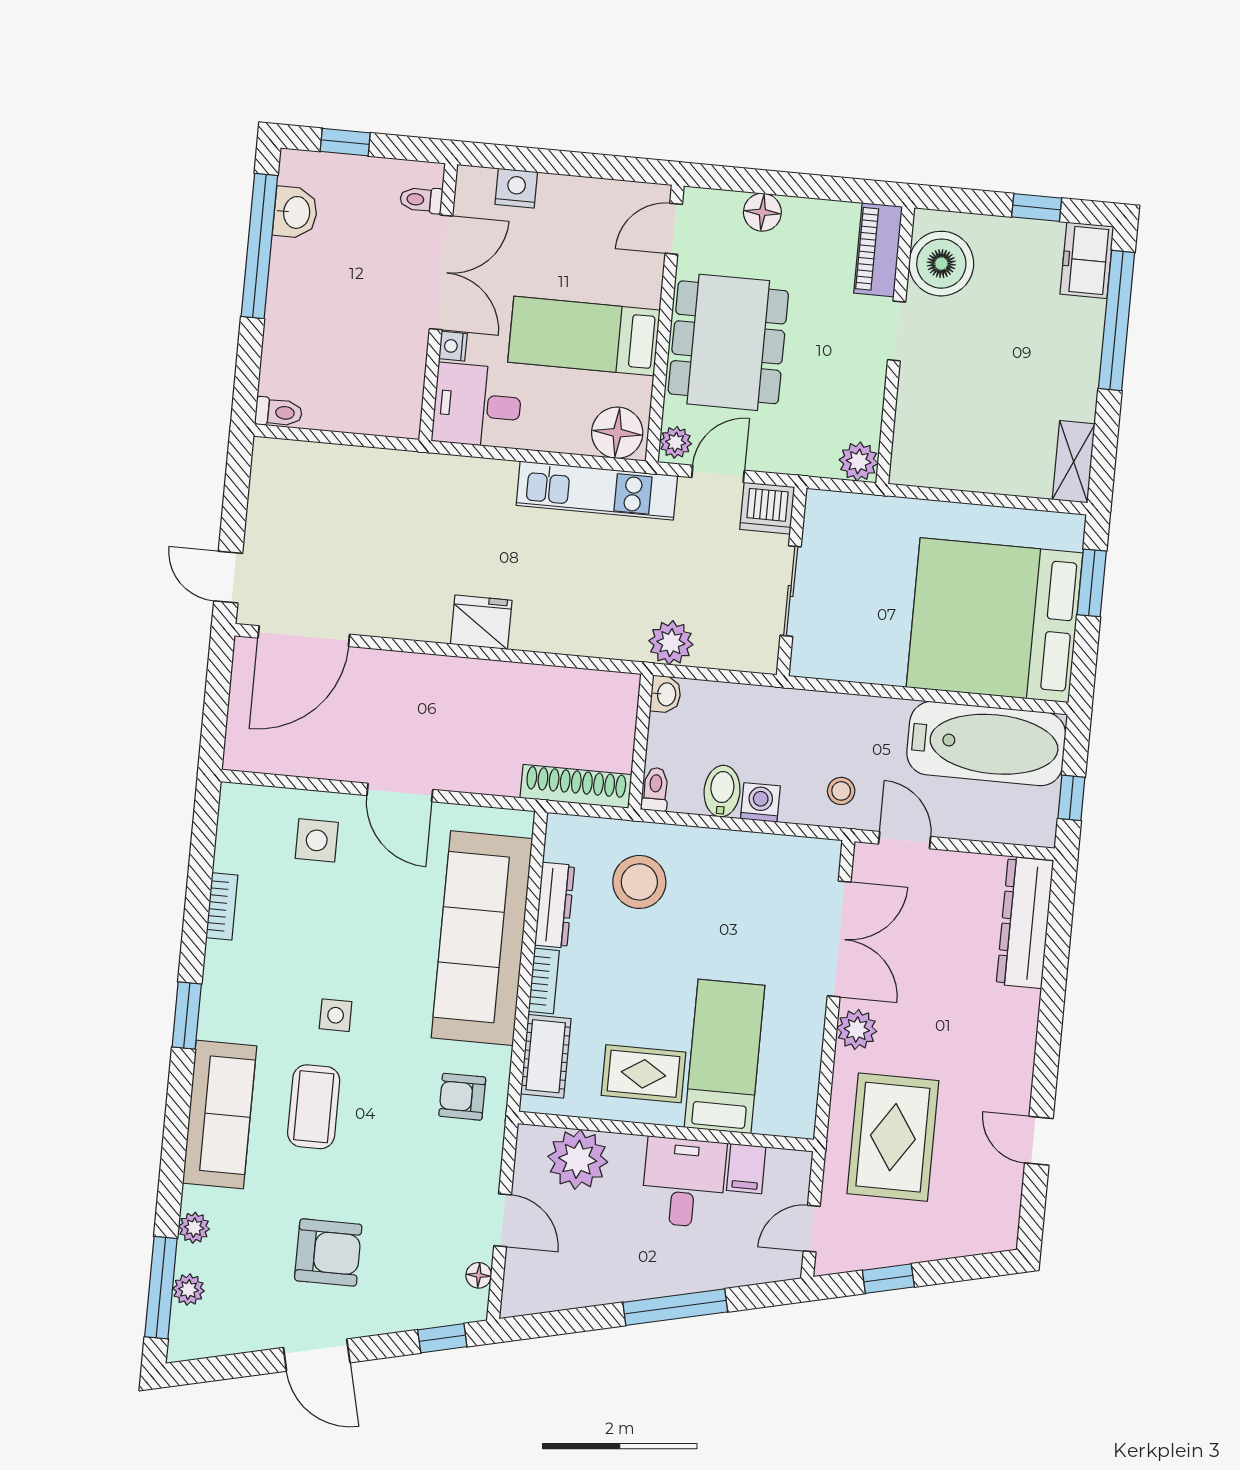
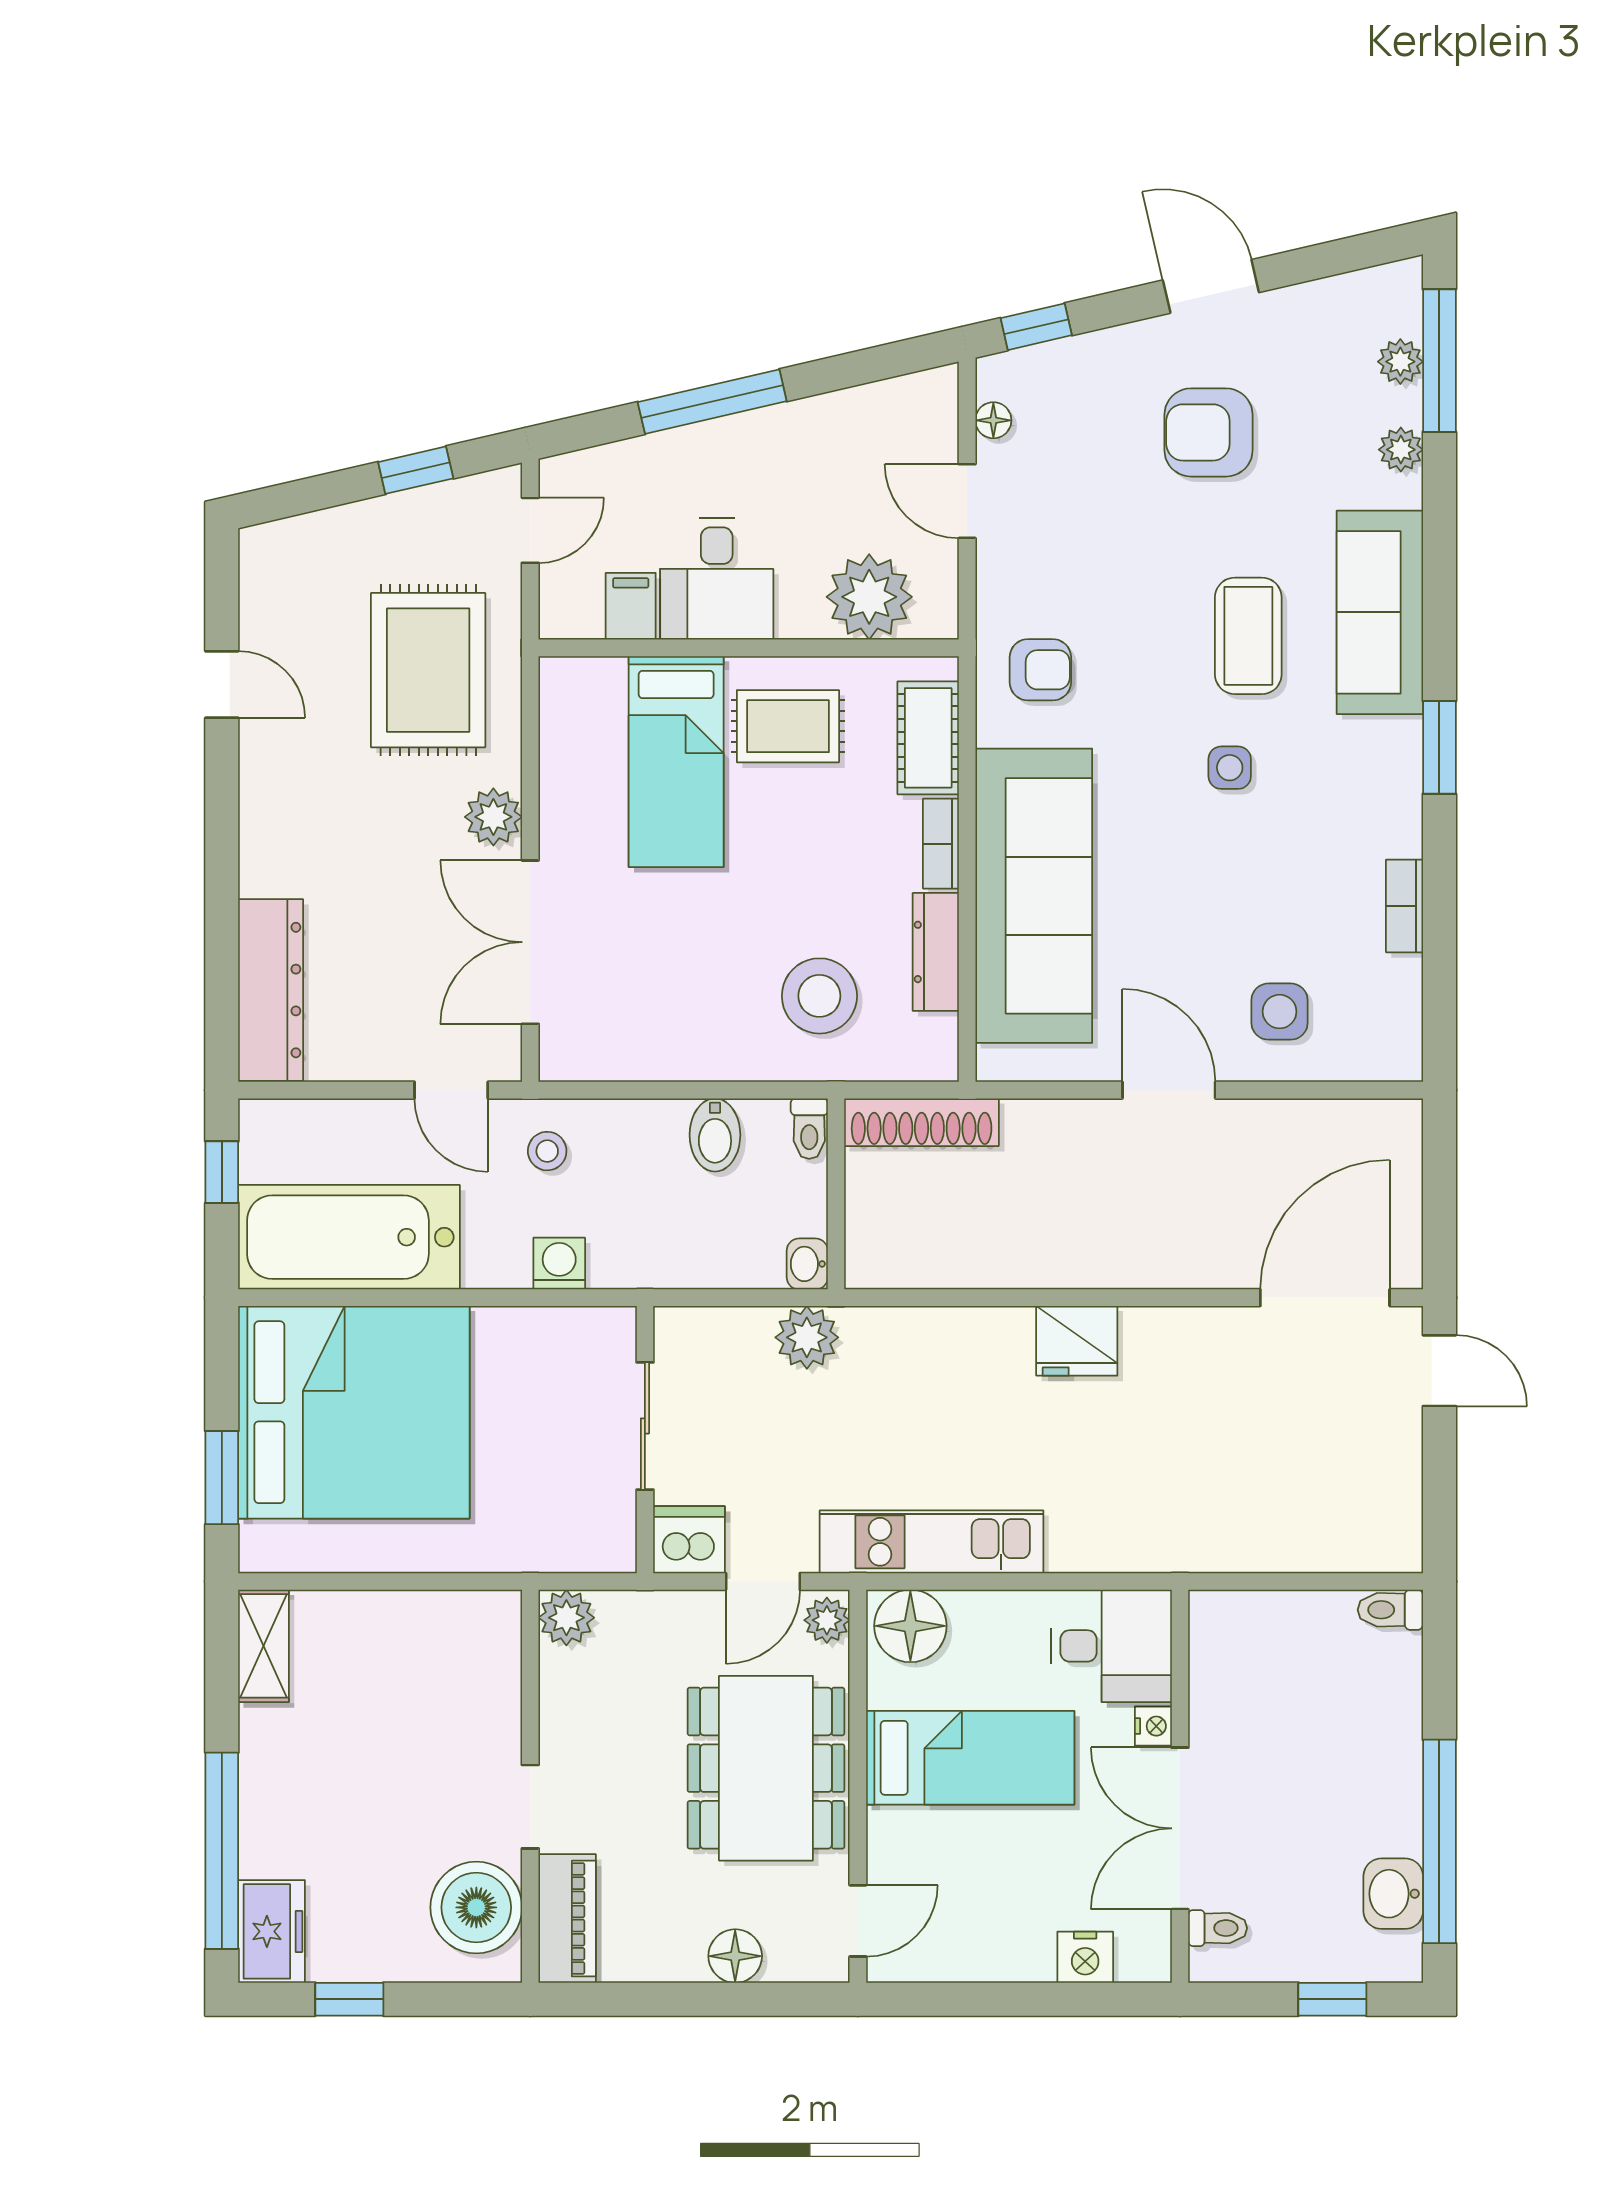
washing machine: (760, 802) -> (559, 1264), moved, turned 180

